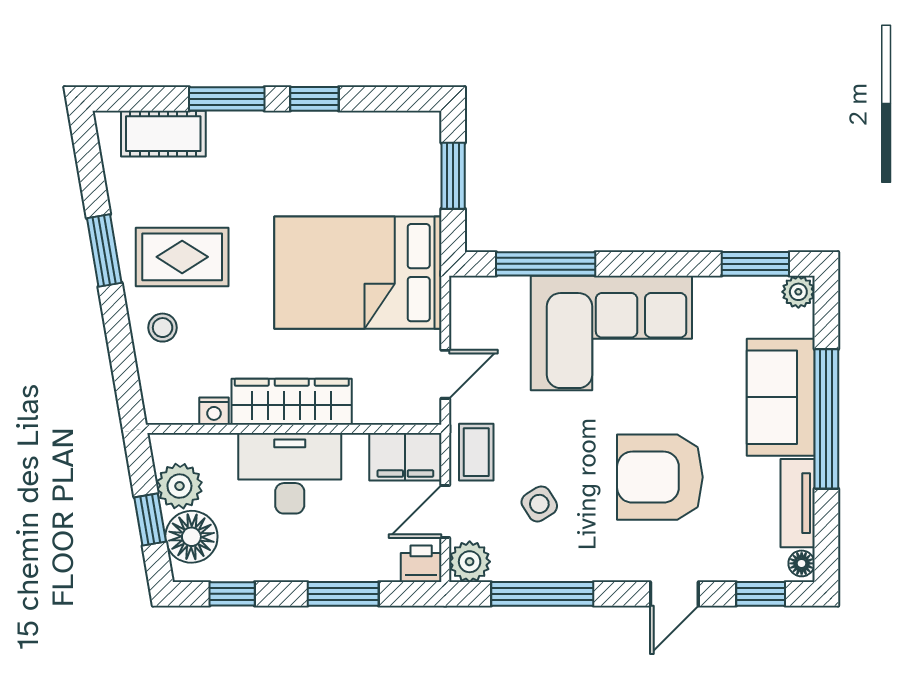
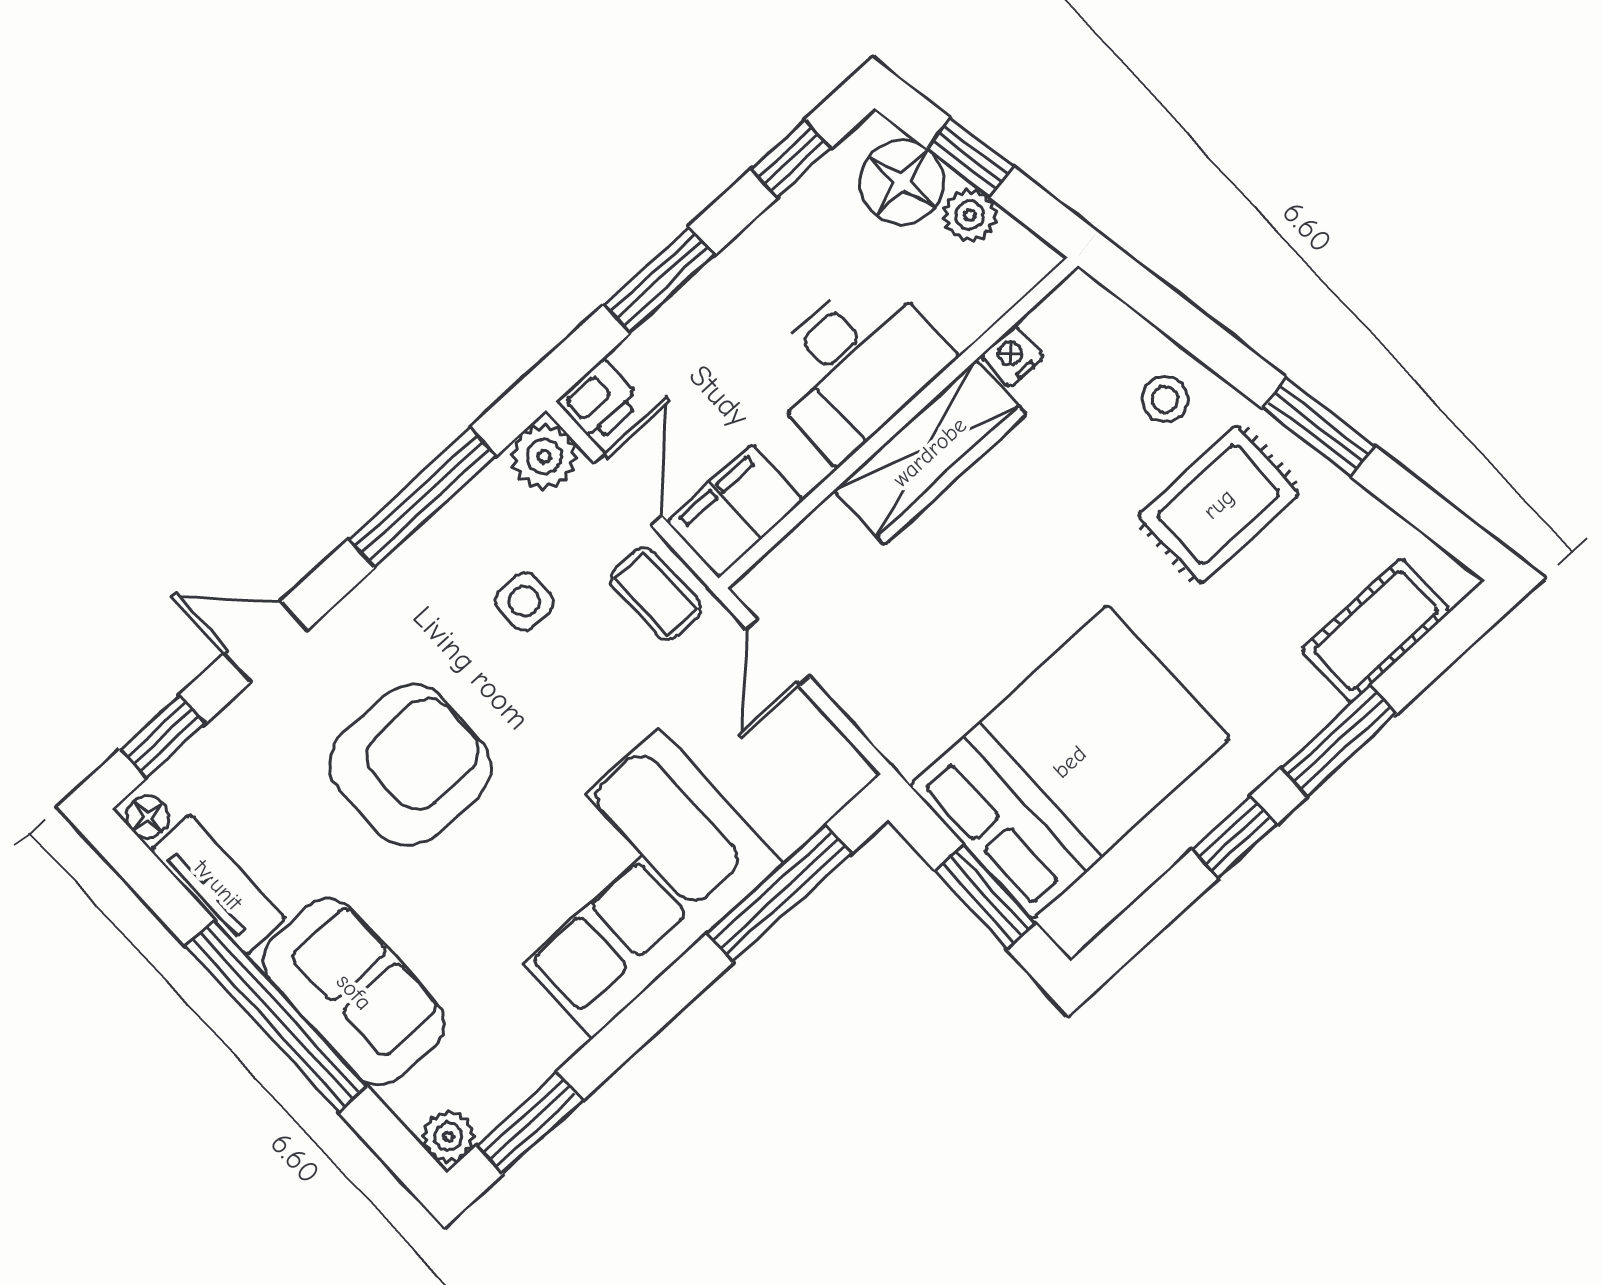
bed: (358, 273) -> (1070, 762), moved
plant: (179, 486) -> (970, 215), width x0.73, depth x0.73
side table: (539, 504) -> (524, 601), turned 32
door: (674, 594) -> (266, 642), hinge flipped

